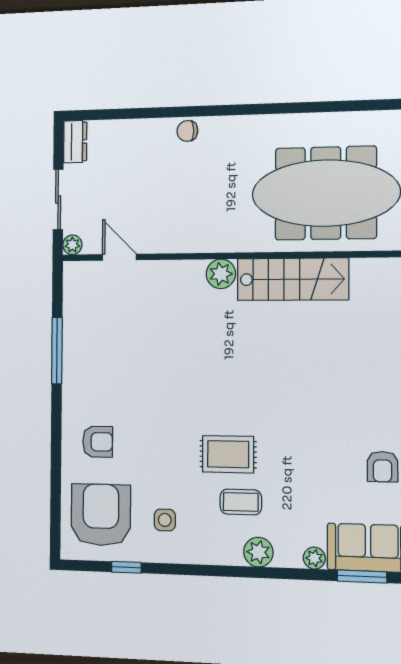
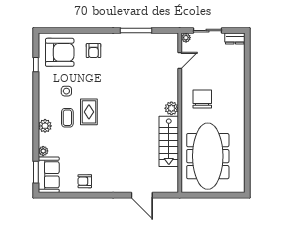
chair: (187, 131) -> (202, 99), moved, width x1.87, depth x1.87
side table: (165, 520) -> (66, 91), moved

